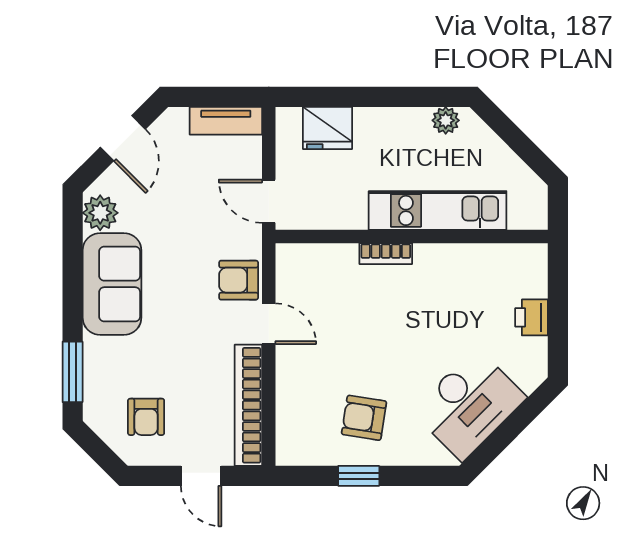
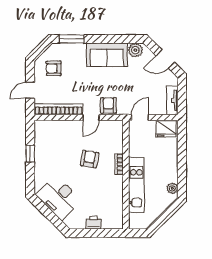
fridge: (327, 128) -> (166, 129), moved, turned -90
armchair: (364, 418) -> (90, 159), moved

